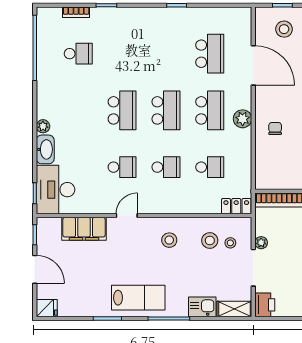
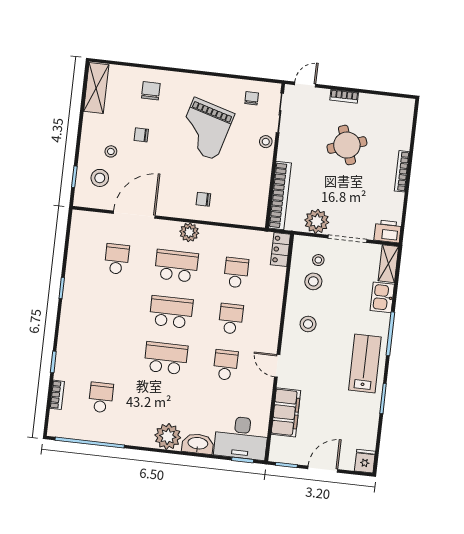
school desk: (210, 54) -> (117, 259), width x0.54
plant: (43, 126) -> (168, 436), width x1.88, depth x1.88
plant: (261, 243) -> (317, 221), width x1.88, depth x1.88

